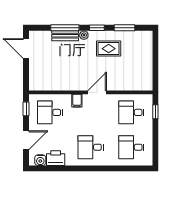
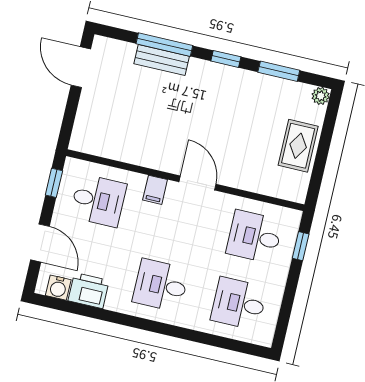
plant: (84, 35) -> (321, 96), moved
rug: (109, 49) -> (298, 146), moved, turned 90
door: (97, 92) -> (197, 183), hinge flipped
desk: (50, 112) -> (98, 200), turned 180
door: (26, 140) -> (40, 243), hinge flipped

